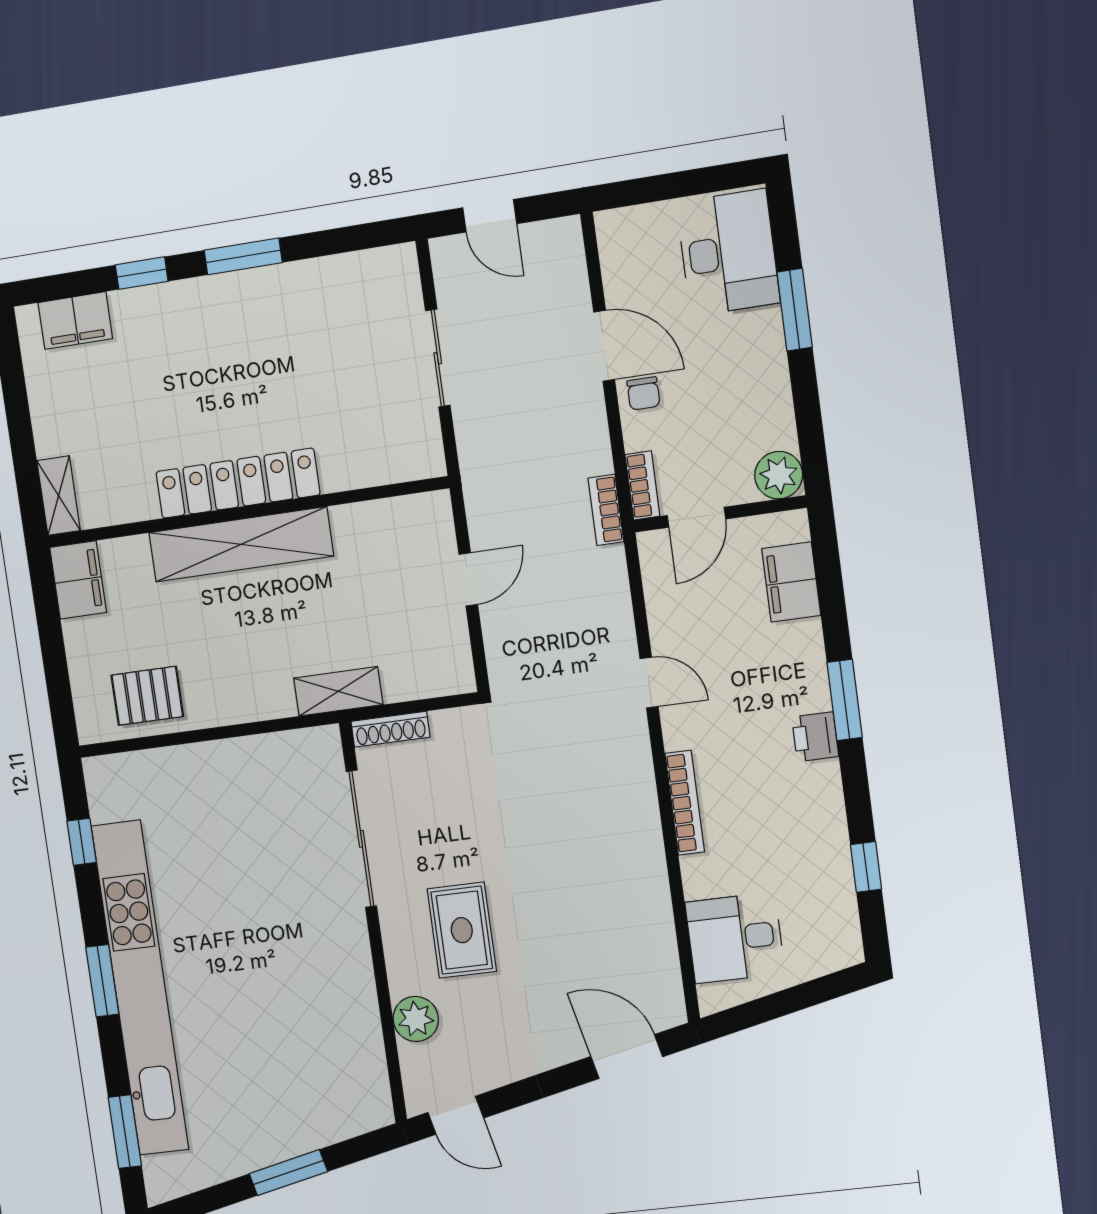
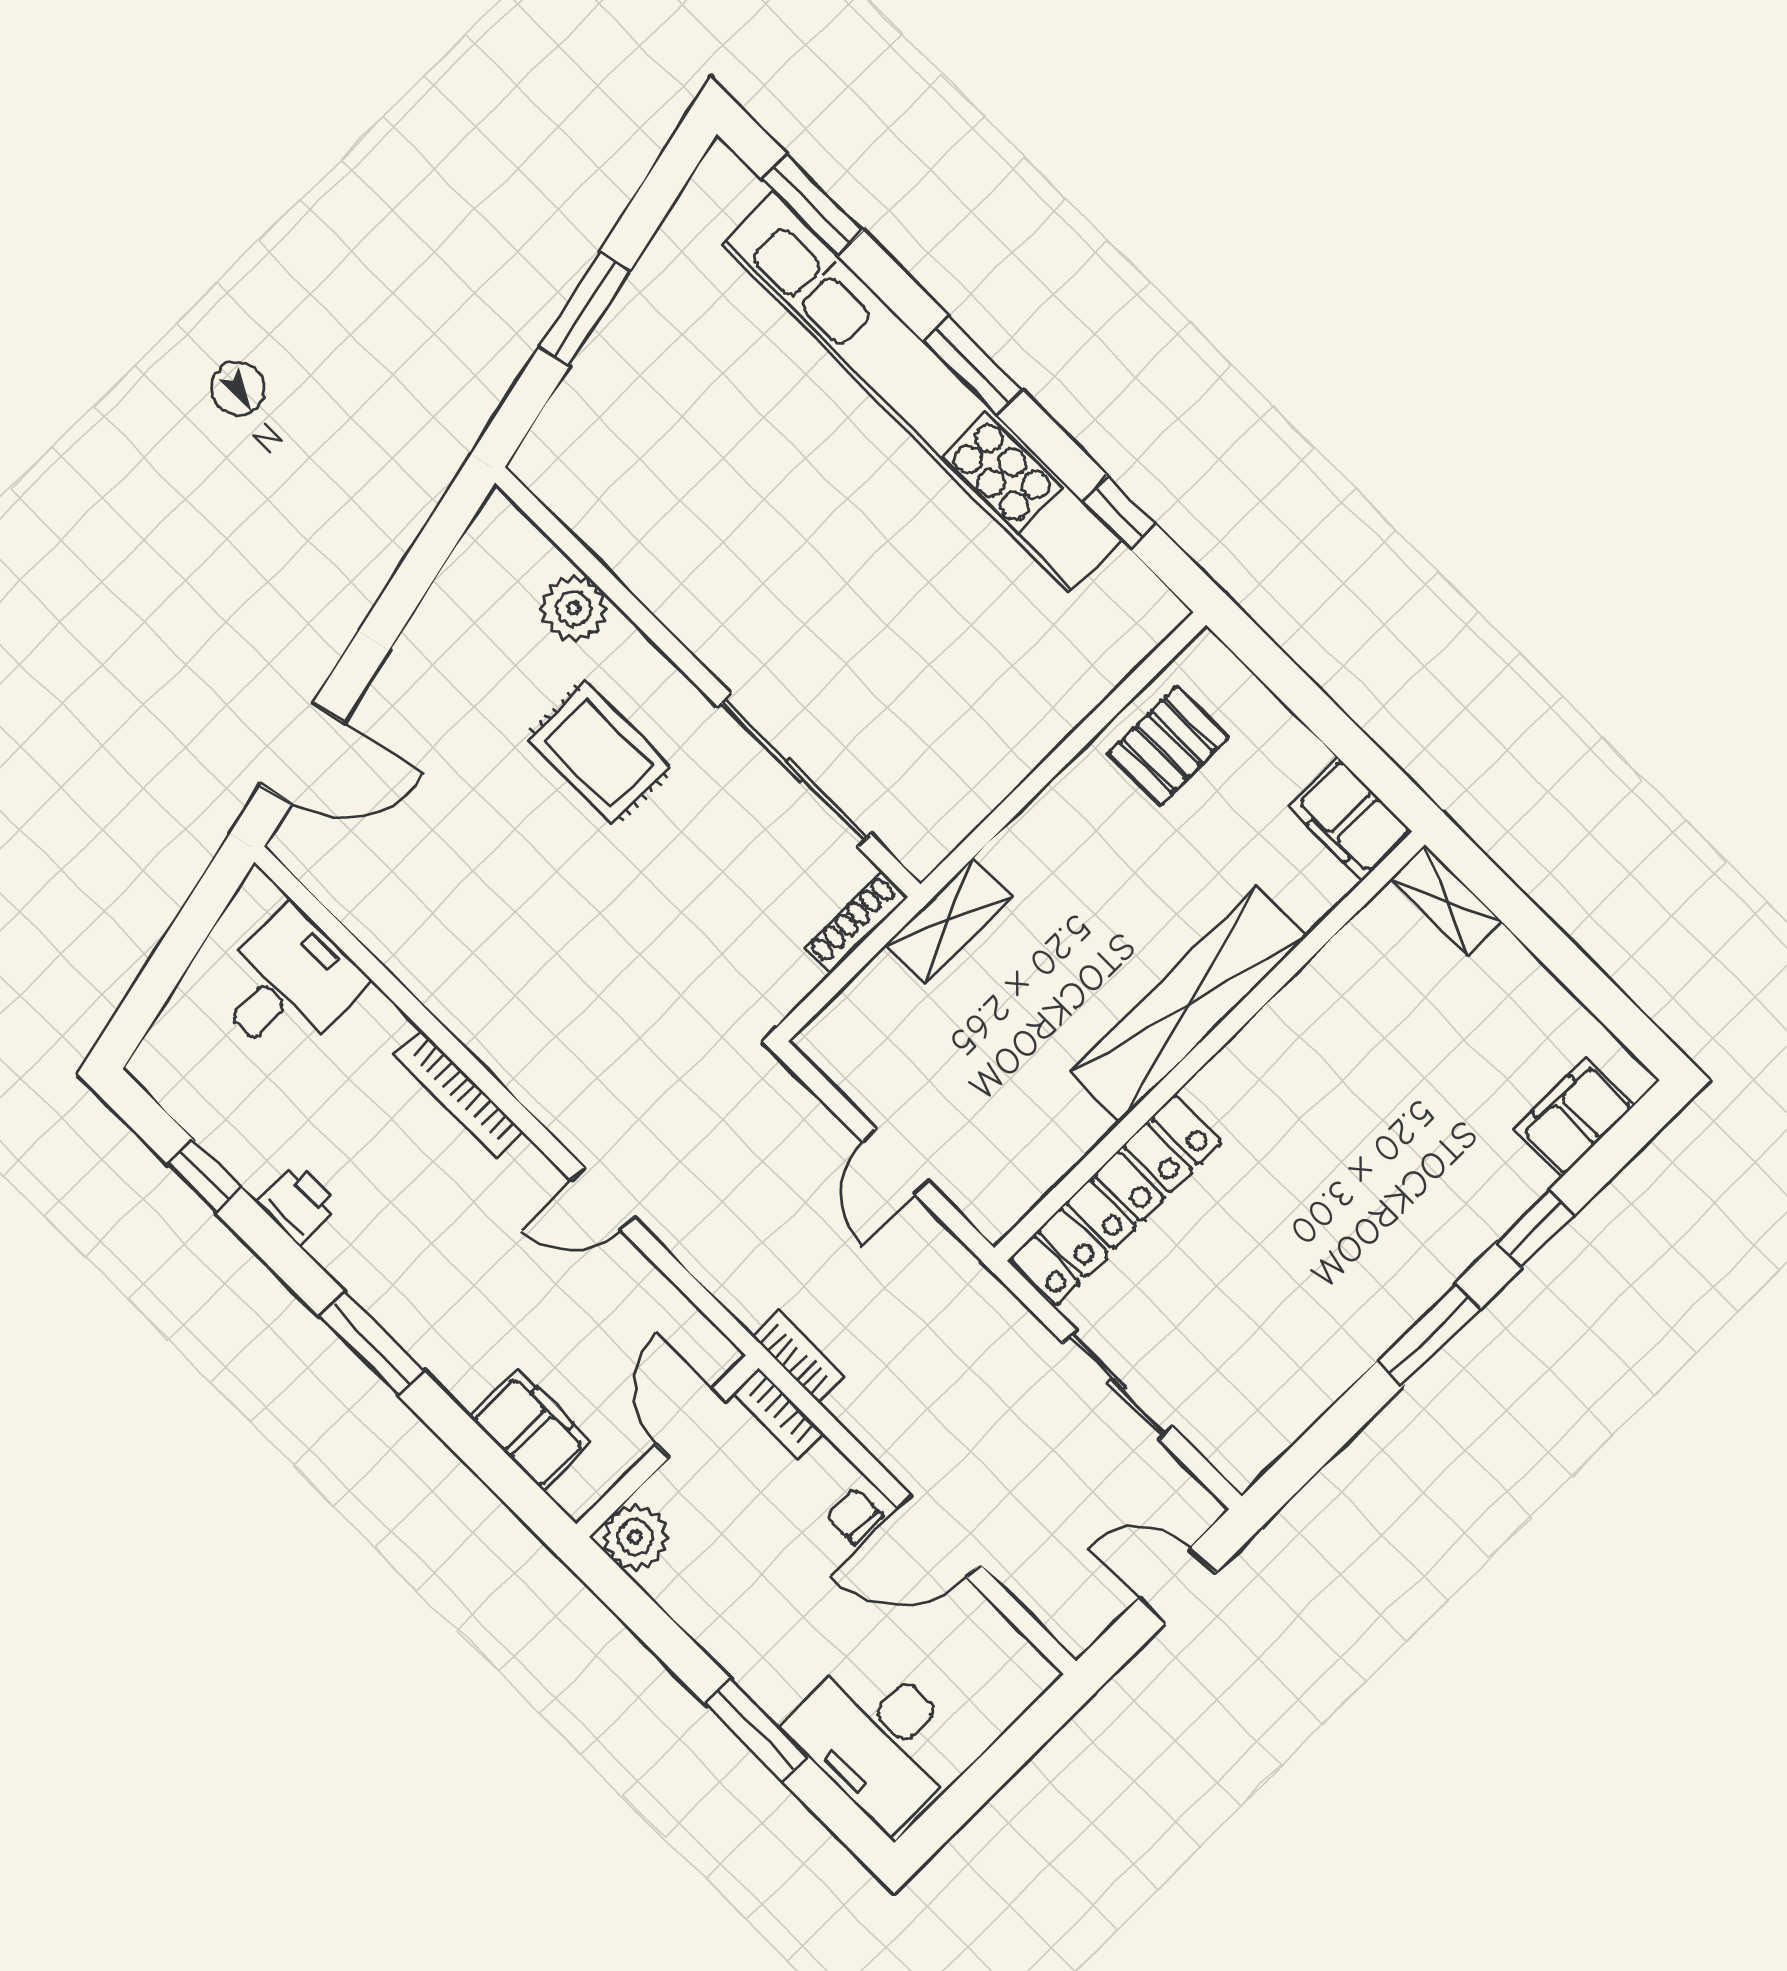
locker: (238, 483) -> (1115, 1200), moved
printer: (815, 737) -> (298, 1204), moved
door: (456, 1115) -> (443, 531), removed

